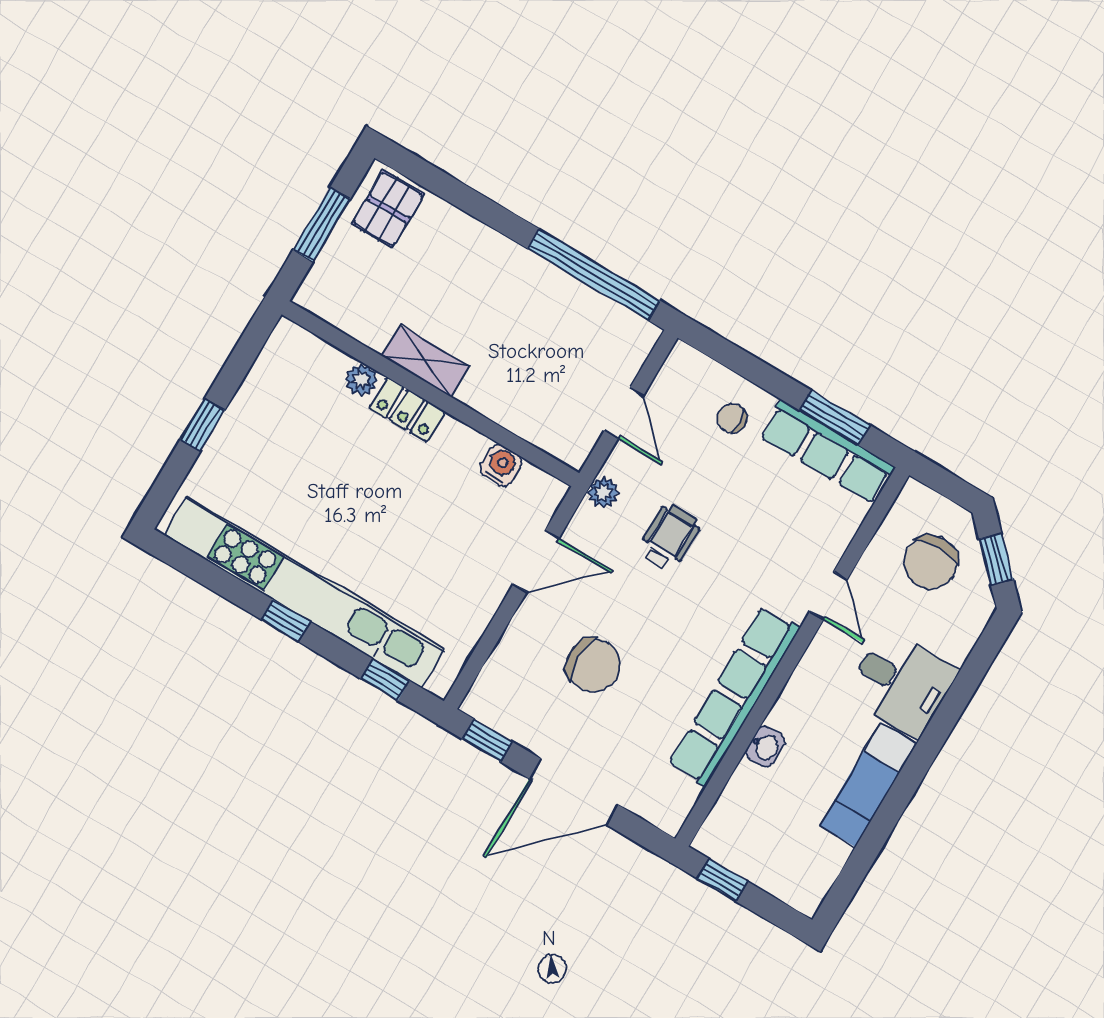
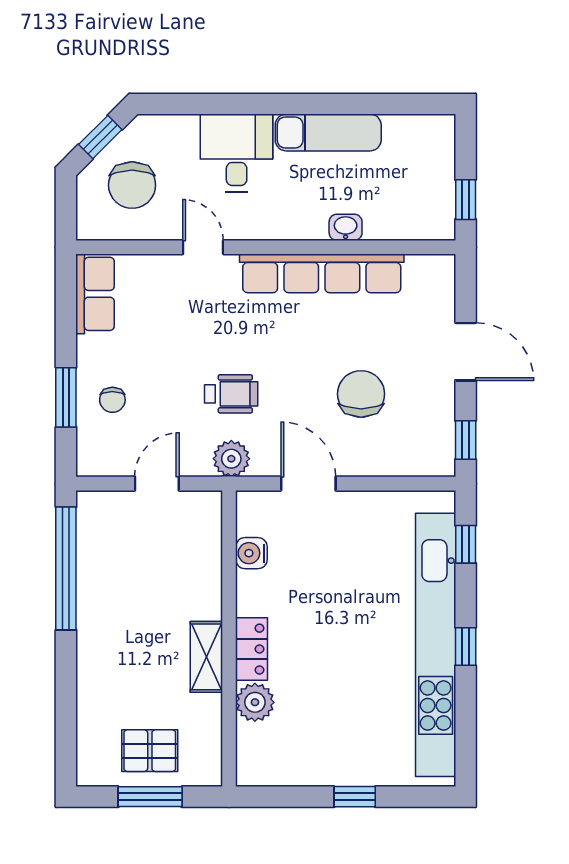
pallet: (388, 209) -> (150, 751), moved
plant: (361, 380) -> (255, 702), width x1.38, depth x1.38
window: (835, 418) -> (66, 397), moved
row of seats: (827, 452) -> (95, 294), width x0.68
plant: (603, 493) -> (231, 459), width x1.38, depth x1.38
wheelchair: (669, 538) -> (231, 394), turned 180
chair: (931, 562) -> (132, 185), turned 90
door: (829, 596) -> (203, 247), hinge flipped
door: (574, 792) -> (466, 352), width x0.73

